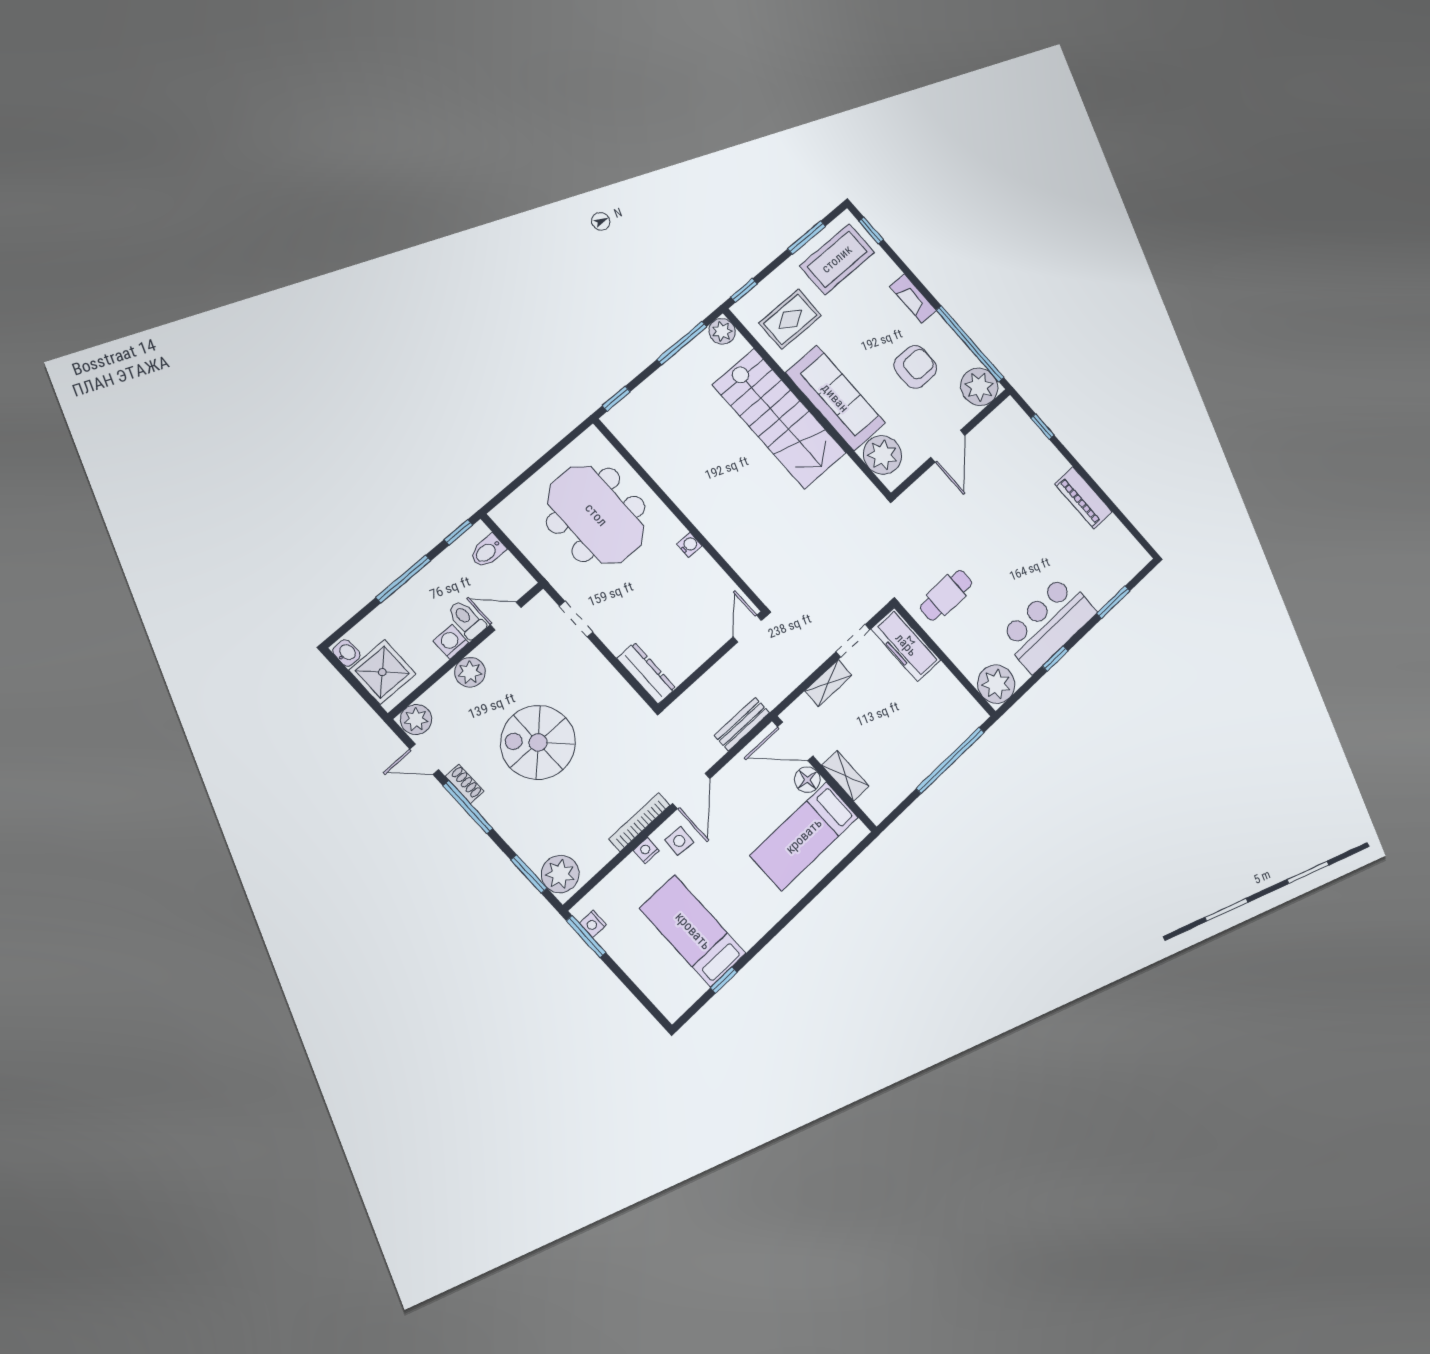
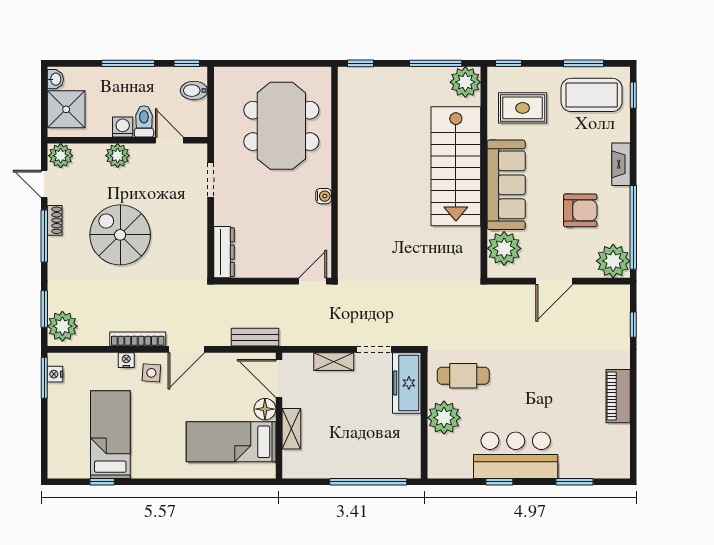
plant: (722, 331) -> (465, 82), width x1.36, depth x1.36
plant: (996, 684) -> (444, 418), moved

